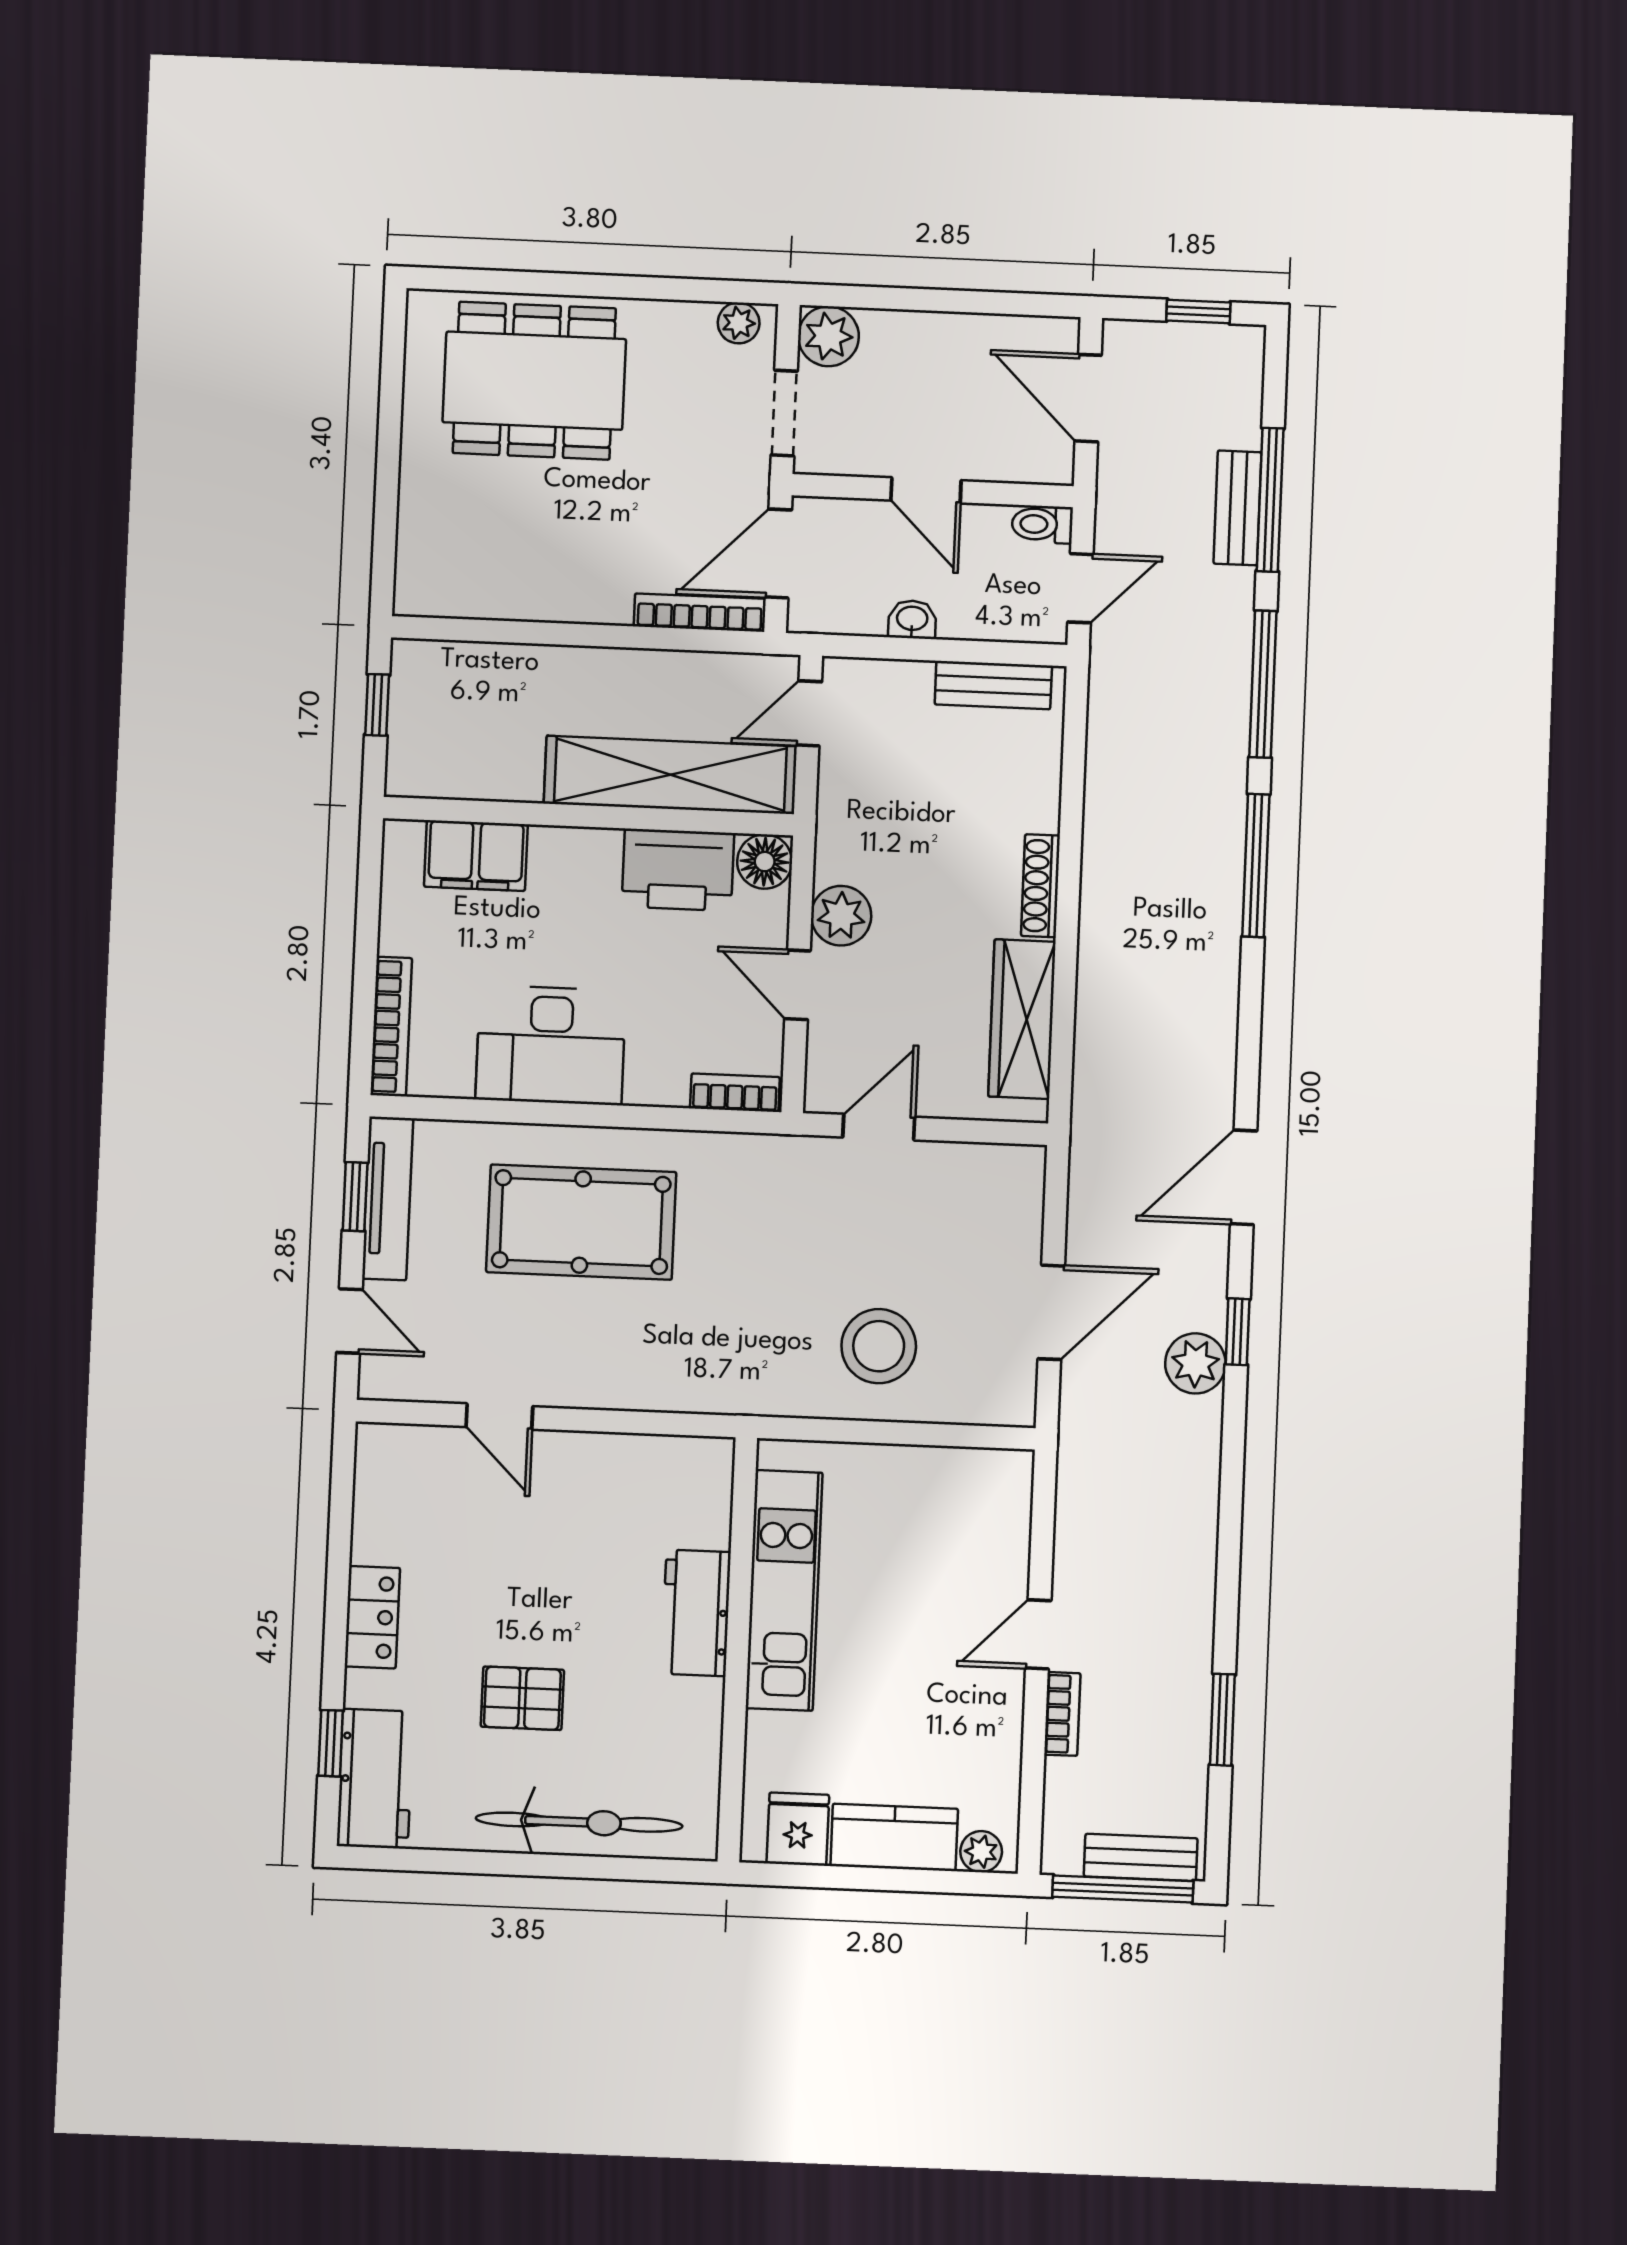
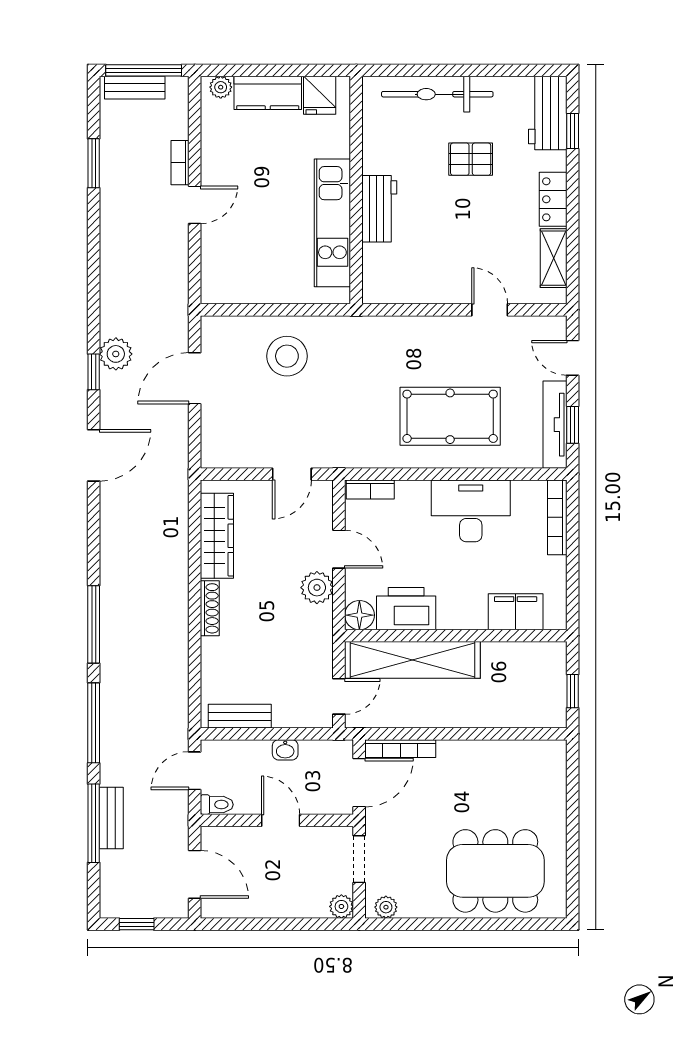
plant: (828, 336) -> (341, 906), width x0.73, depth x0.73
shelving: (376, 1508) -> (554, 258), added

